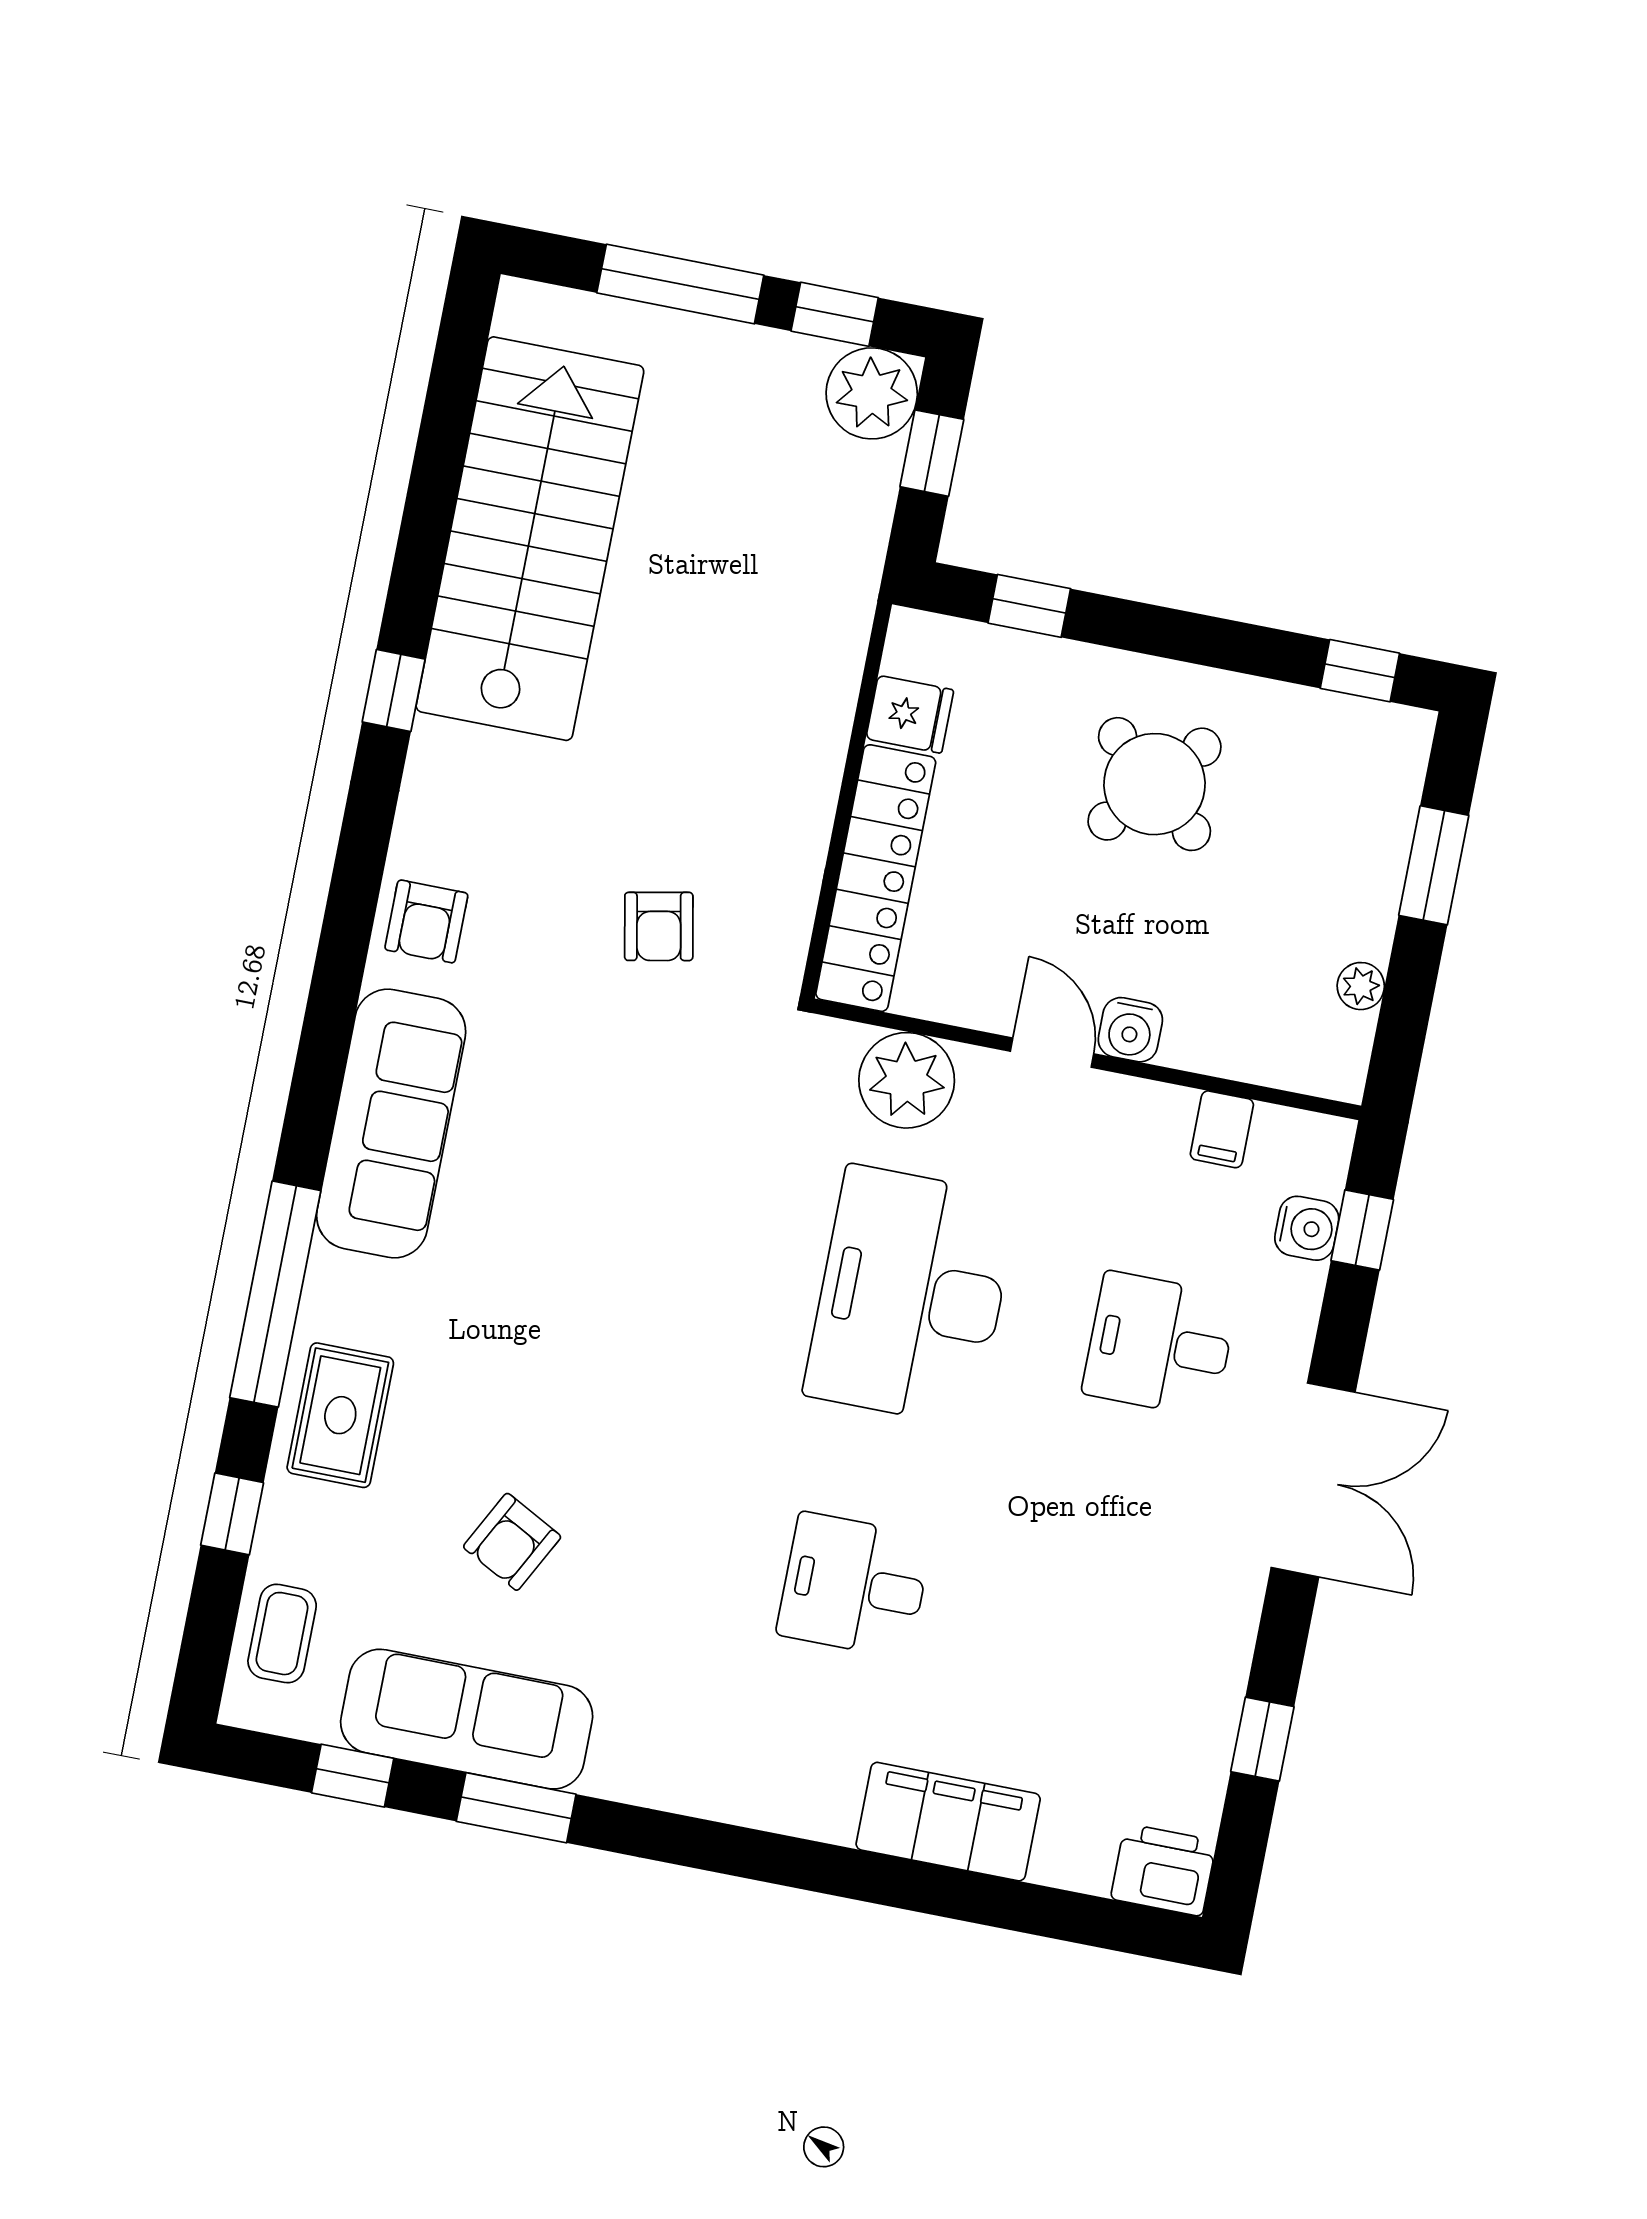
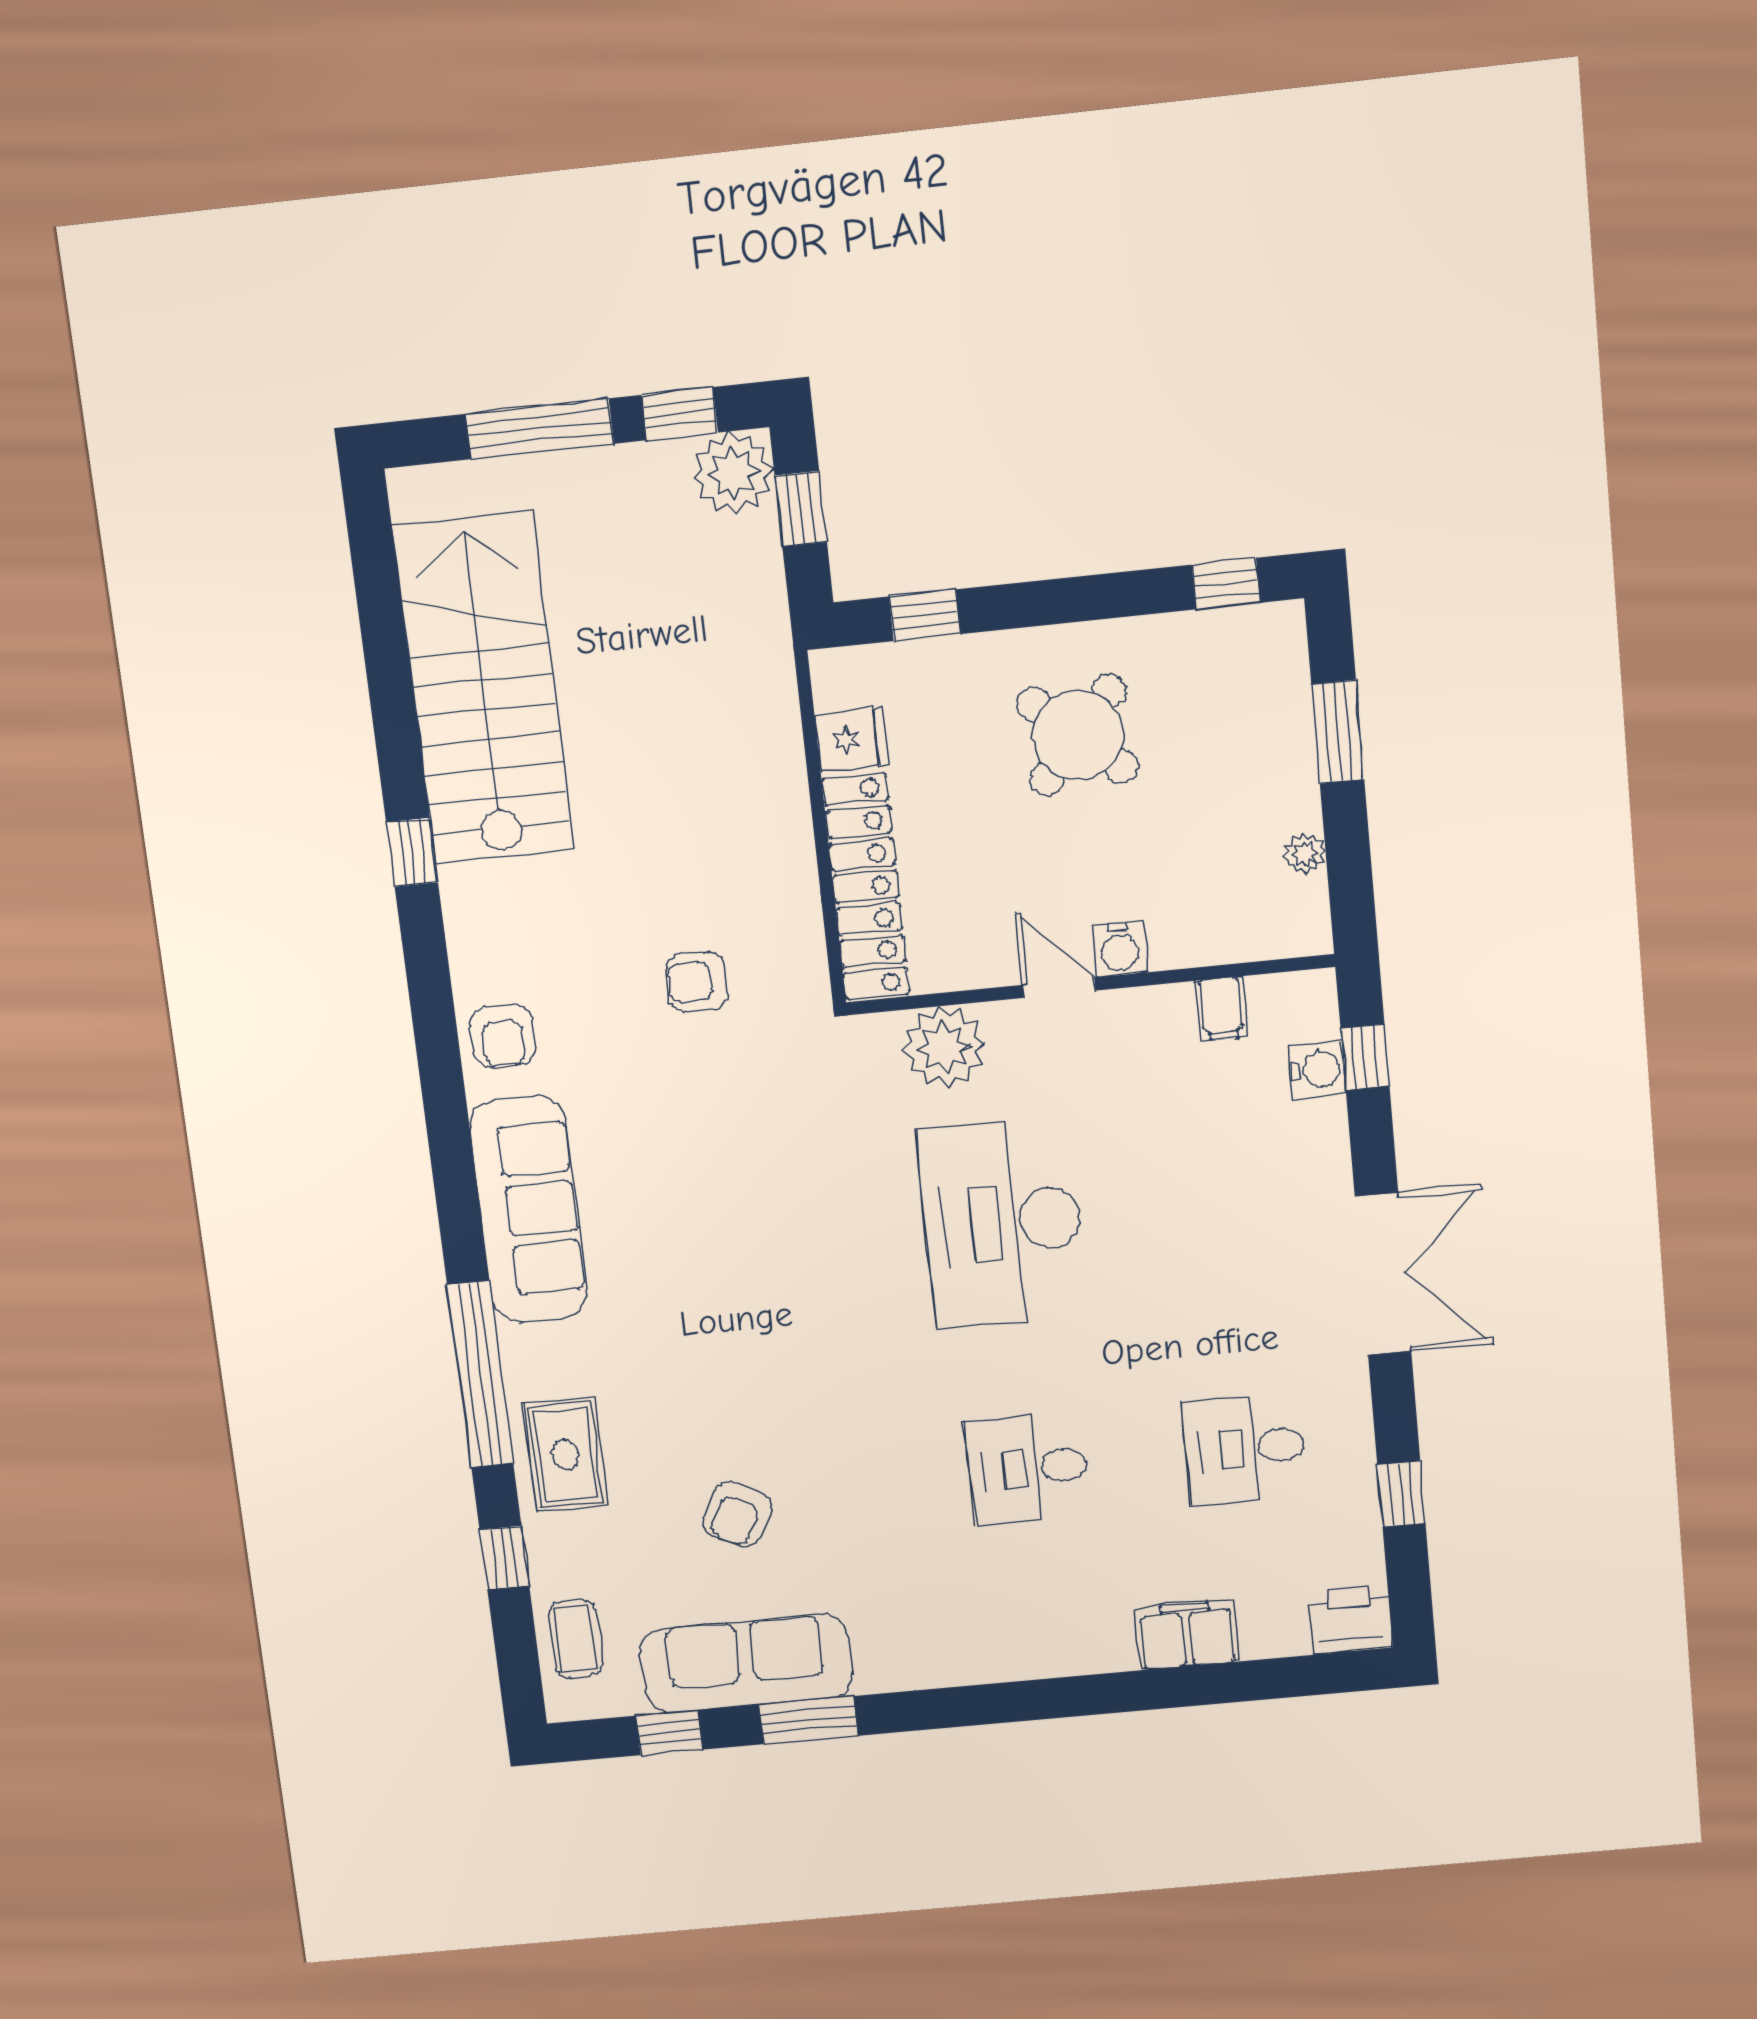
armchair: (659, 926) -> (697, 982), turned 101
desk: (1160, 1345) -> (1244, 1448), moved
filing cabinet: (948, 1822) -> (1187, 1635), width x0.67, depth x0.86

